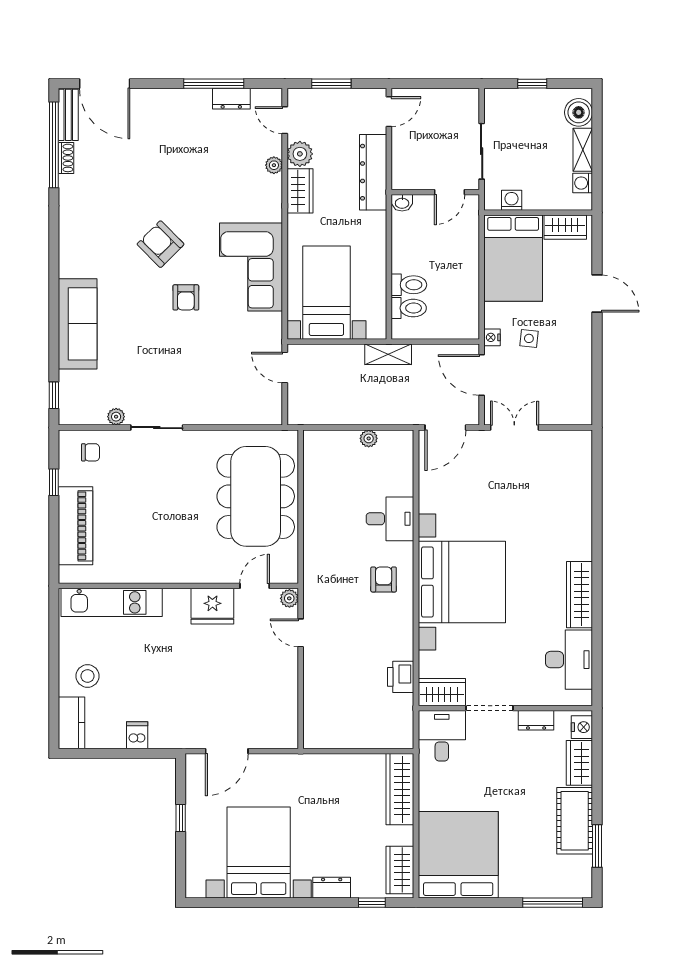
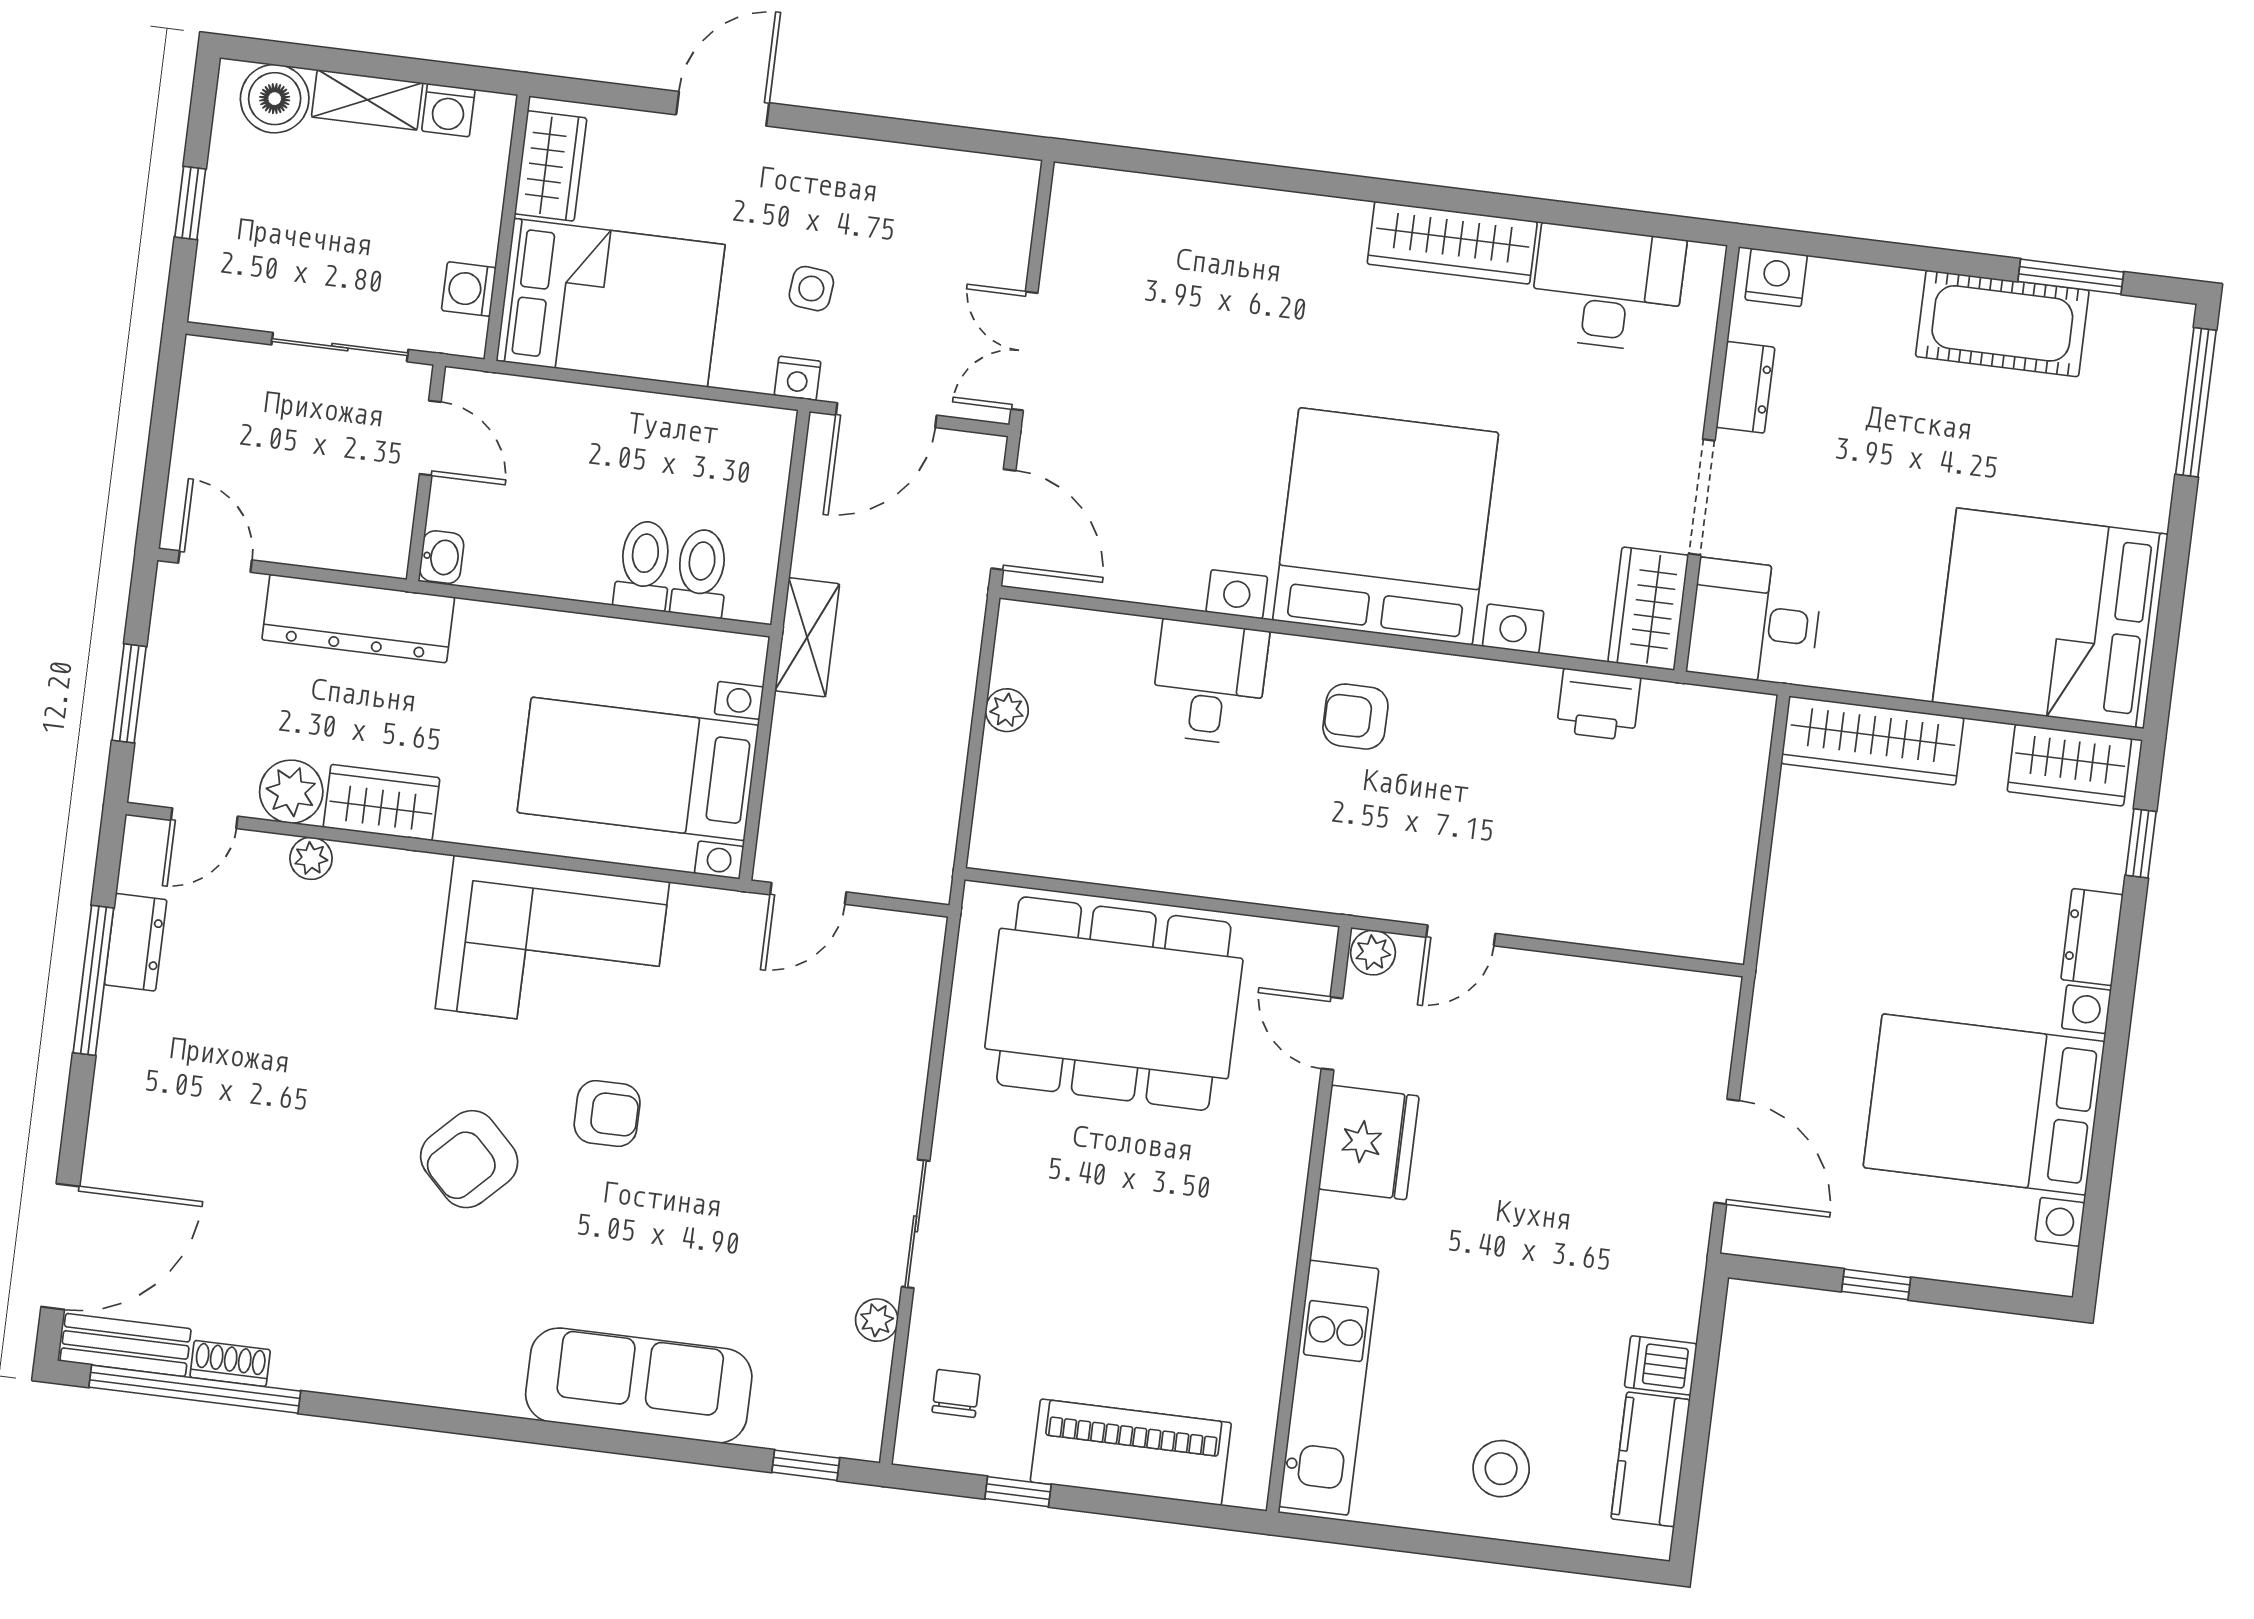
kitchen counter: (71, 723) -> (1651, 1459), moved, turned -90
wardrobe: (579, 763) -> (1863, 294), removed

